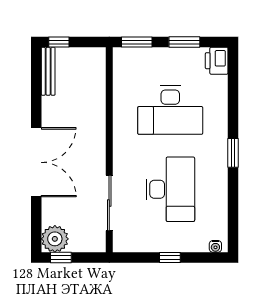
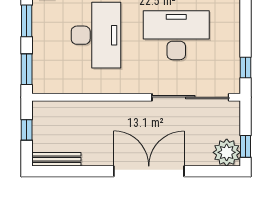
window: (59, 42) -> (27, 130), moved
sliding door: (109, 203) -> (190, 97), width x1.36
window: (170, 257) -> (246, 67), moved

